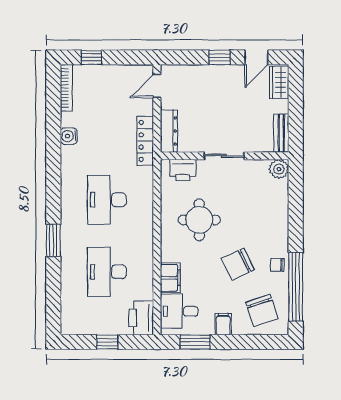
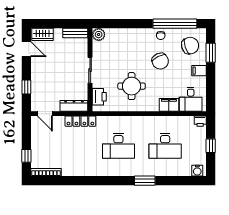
window: (219, 57) -> (26, 87), moved
water cooler: (69, 136) -> (197, 171), moved
printer: (141, 318) -> (200, 121), width x0.53, depth x0.68
window: (195, 342) -> (211, 53), moved

